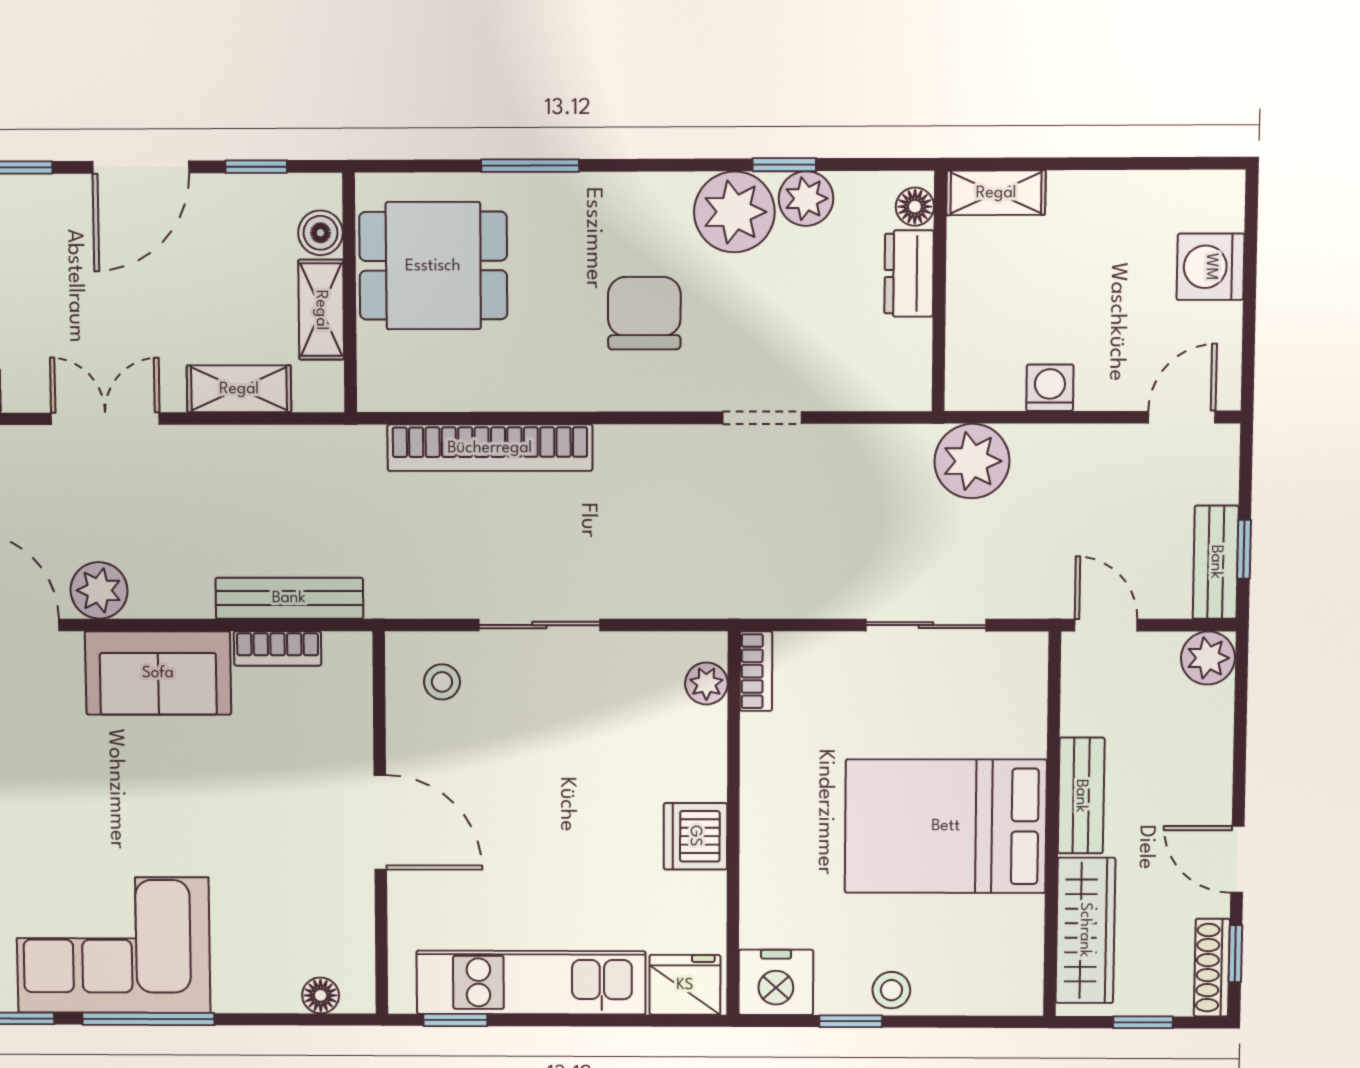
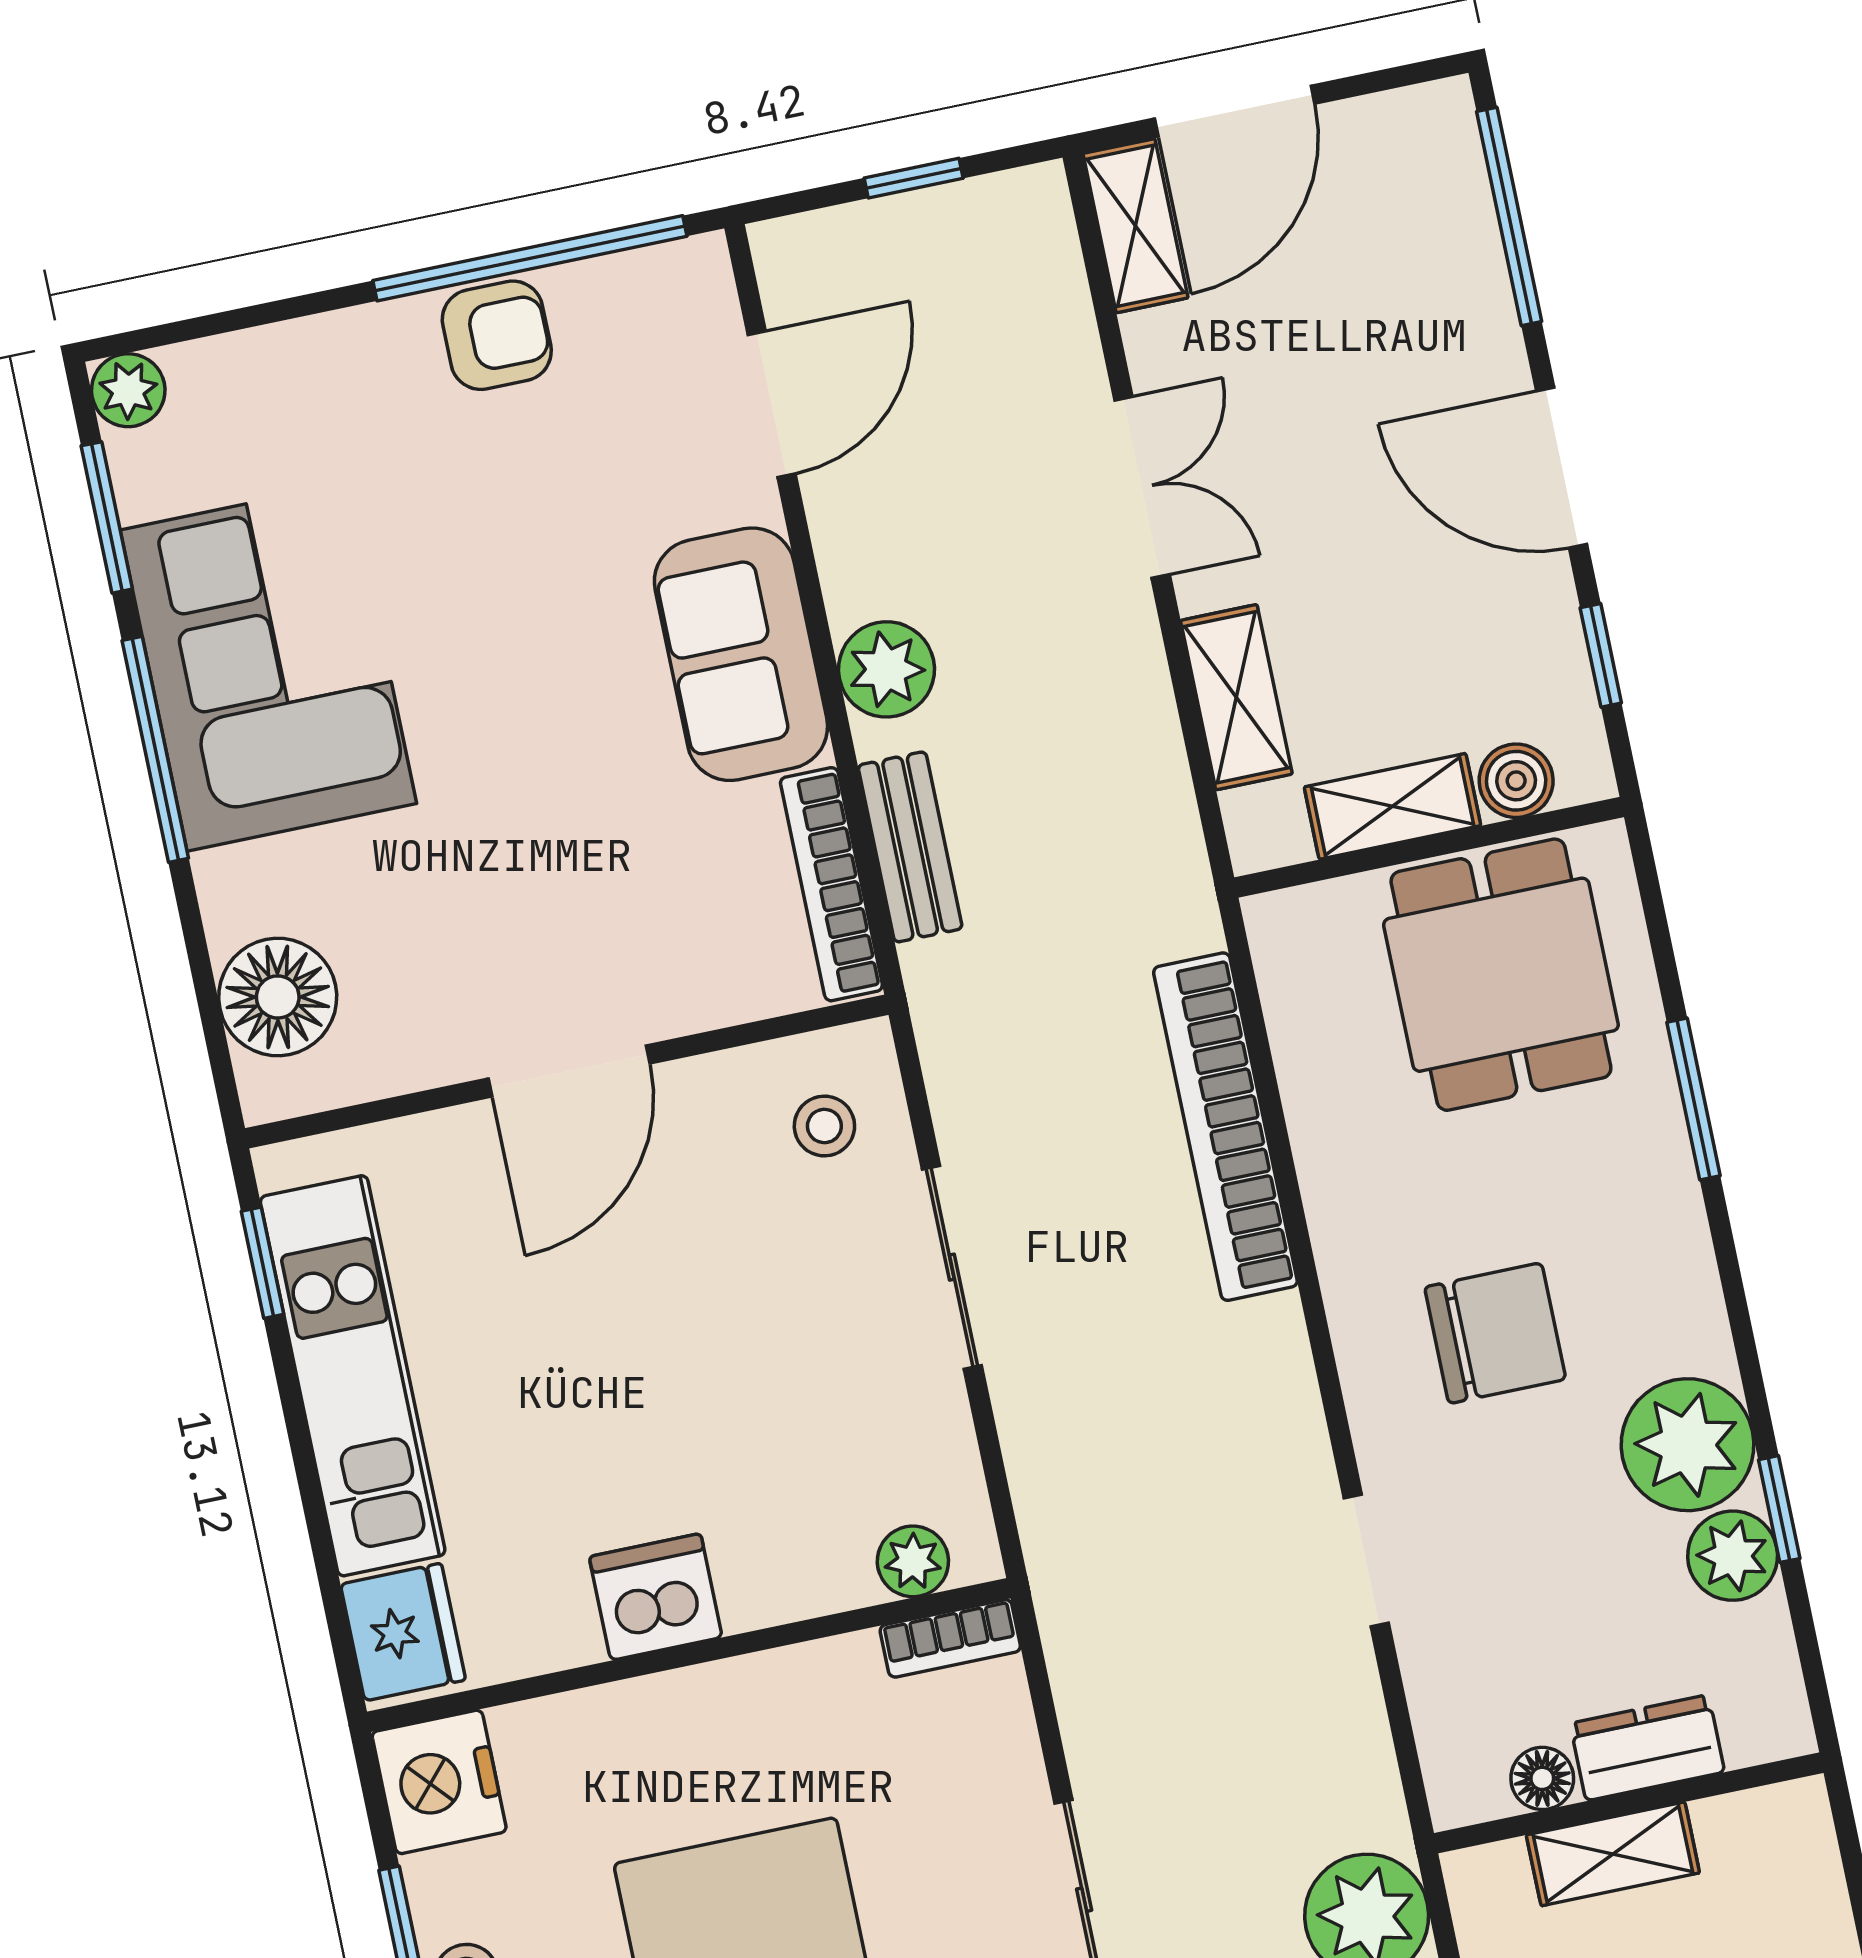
shelving: (996, 193) -> (1613, 1854), moved, turned 90
floor lamp: (915, 207) -> (1542, 1778), moved
plant: (99, 590) -> (887, 669), moved
bench: (289, 598) -> (910, 847), width x0.73
bookcase: (278, 648) -> (831, 884), width x1.56
floor lamp: (321, 995) -> (278, 997), width x1.89, depth x1.89

